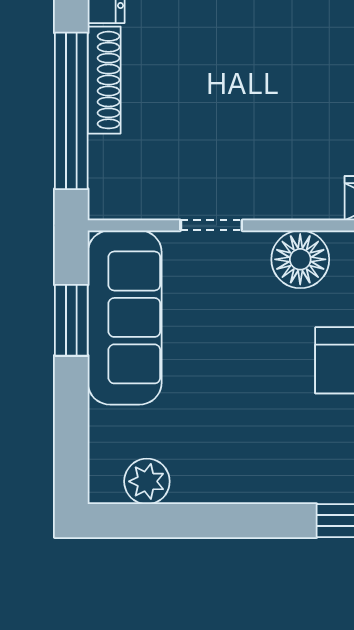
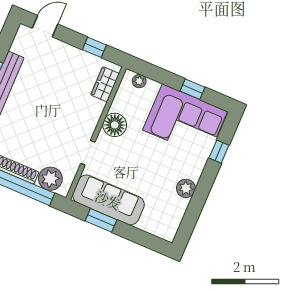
plant: (117, 166) -> (50, 179), added
plant: (147, 481) -> (186, 188), moved

